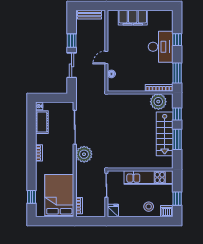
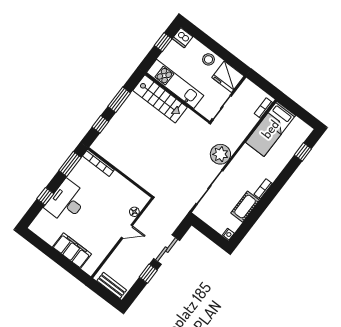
plant: (158, 102) -> (109, 150), removed
cot: (42, 122) -> (245, 207), moved
stairs: (165, 134) -> (160, 99), moved, turned 90
bed: (59, 196) -> (270, 129), width x0.67
stool: (149, 207) -> (209, 59), moved
fridge: (113, 211) -> (228, 77), width x1.88, depth x1.34

